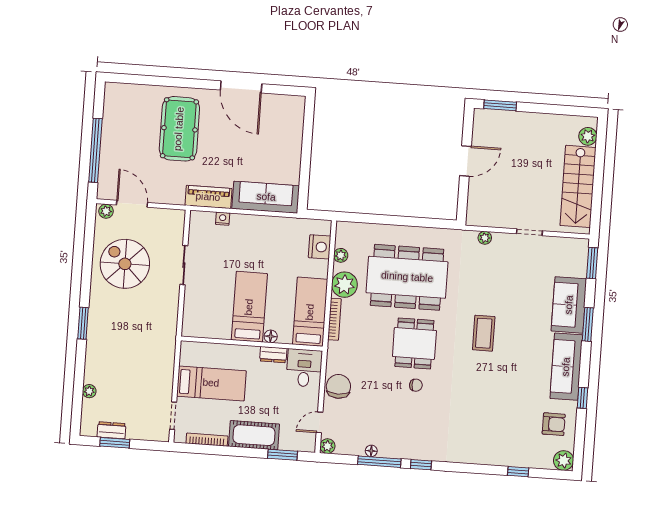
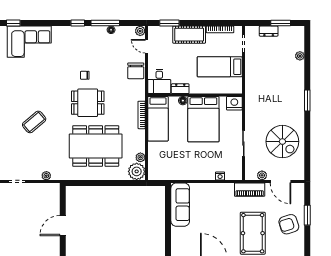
armchair: (124, 138) -> (289, 224), added
window: (95, 150) -> (307, 215), width x0.47
piano: (208, 197) -> (250, 190), moved
sofa: (266, 197) -> (180, 205), moved, turned -90
plant: (106, 211) -> (262, 175), moved
nightstand: (320, 247) -> (234, 103), moved, turned 90
plant: (344, 285) -> (137, 171), moved
bed: (249, 307) -> (203, 119), width x1.50
coffee table: (484, 333) -> (34, 122), moved, turned 50
dining table: (414, 343) -> (88, 103), turned 90
door: (320, 422) -> (146, 46), swing flipped
dresser: (111, 430) -> (269, 31), moved
corner sofa: (496, 442) -> (29, 42), added

